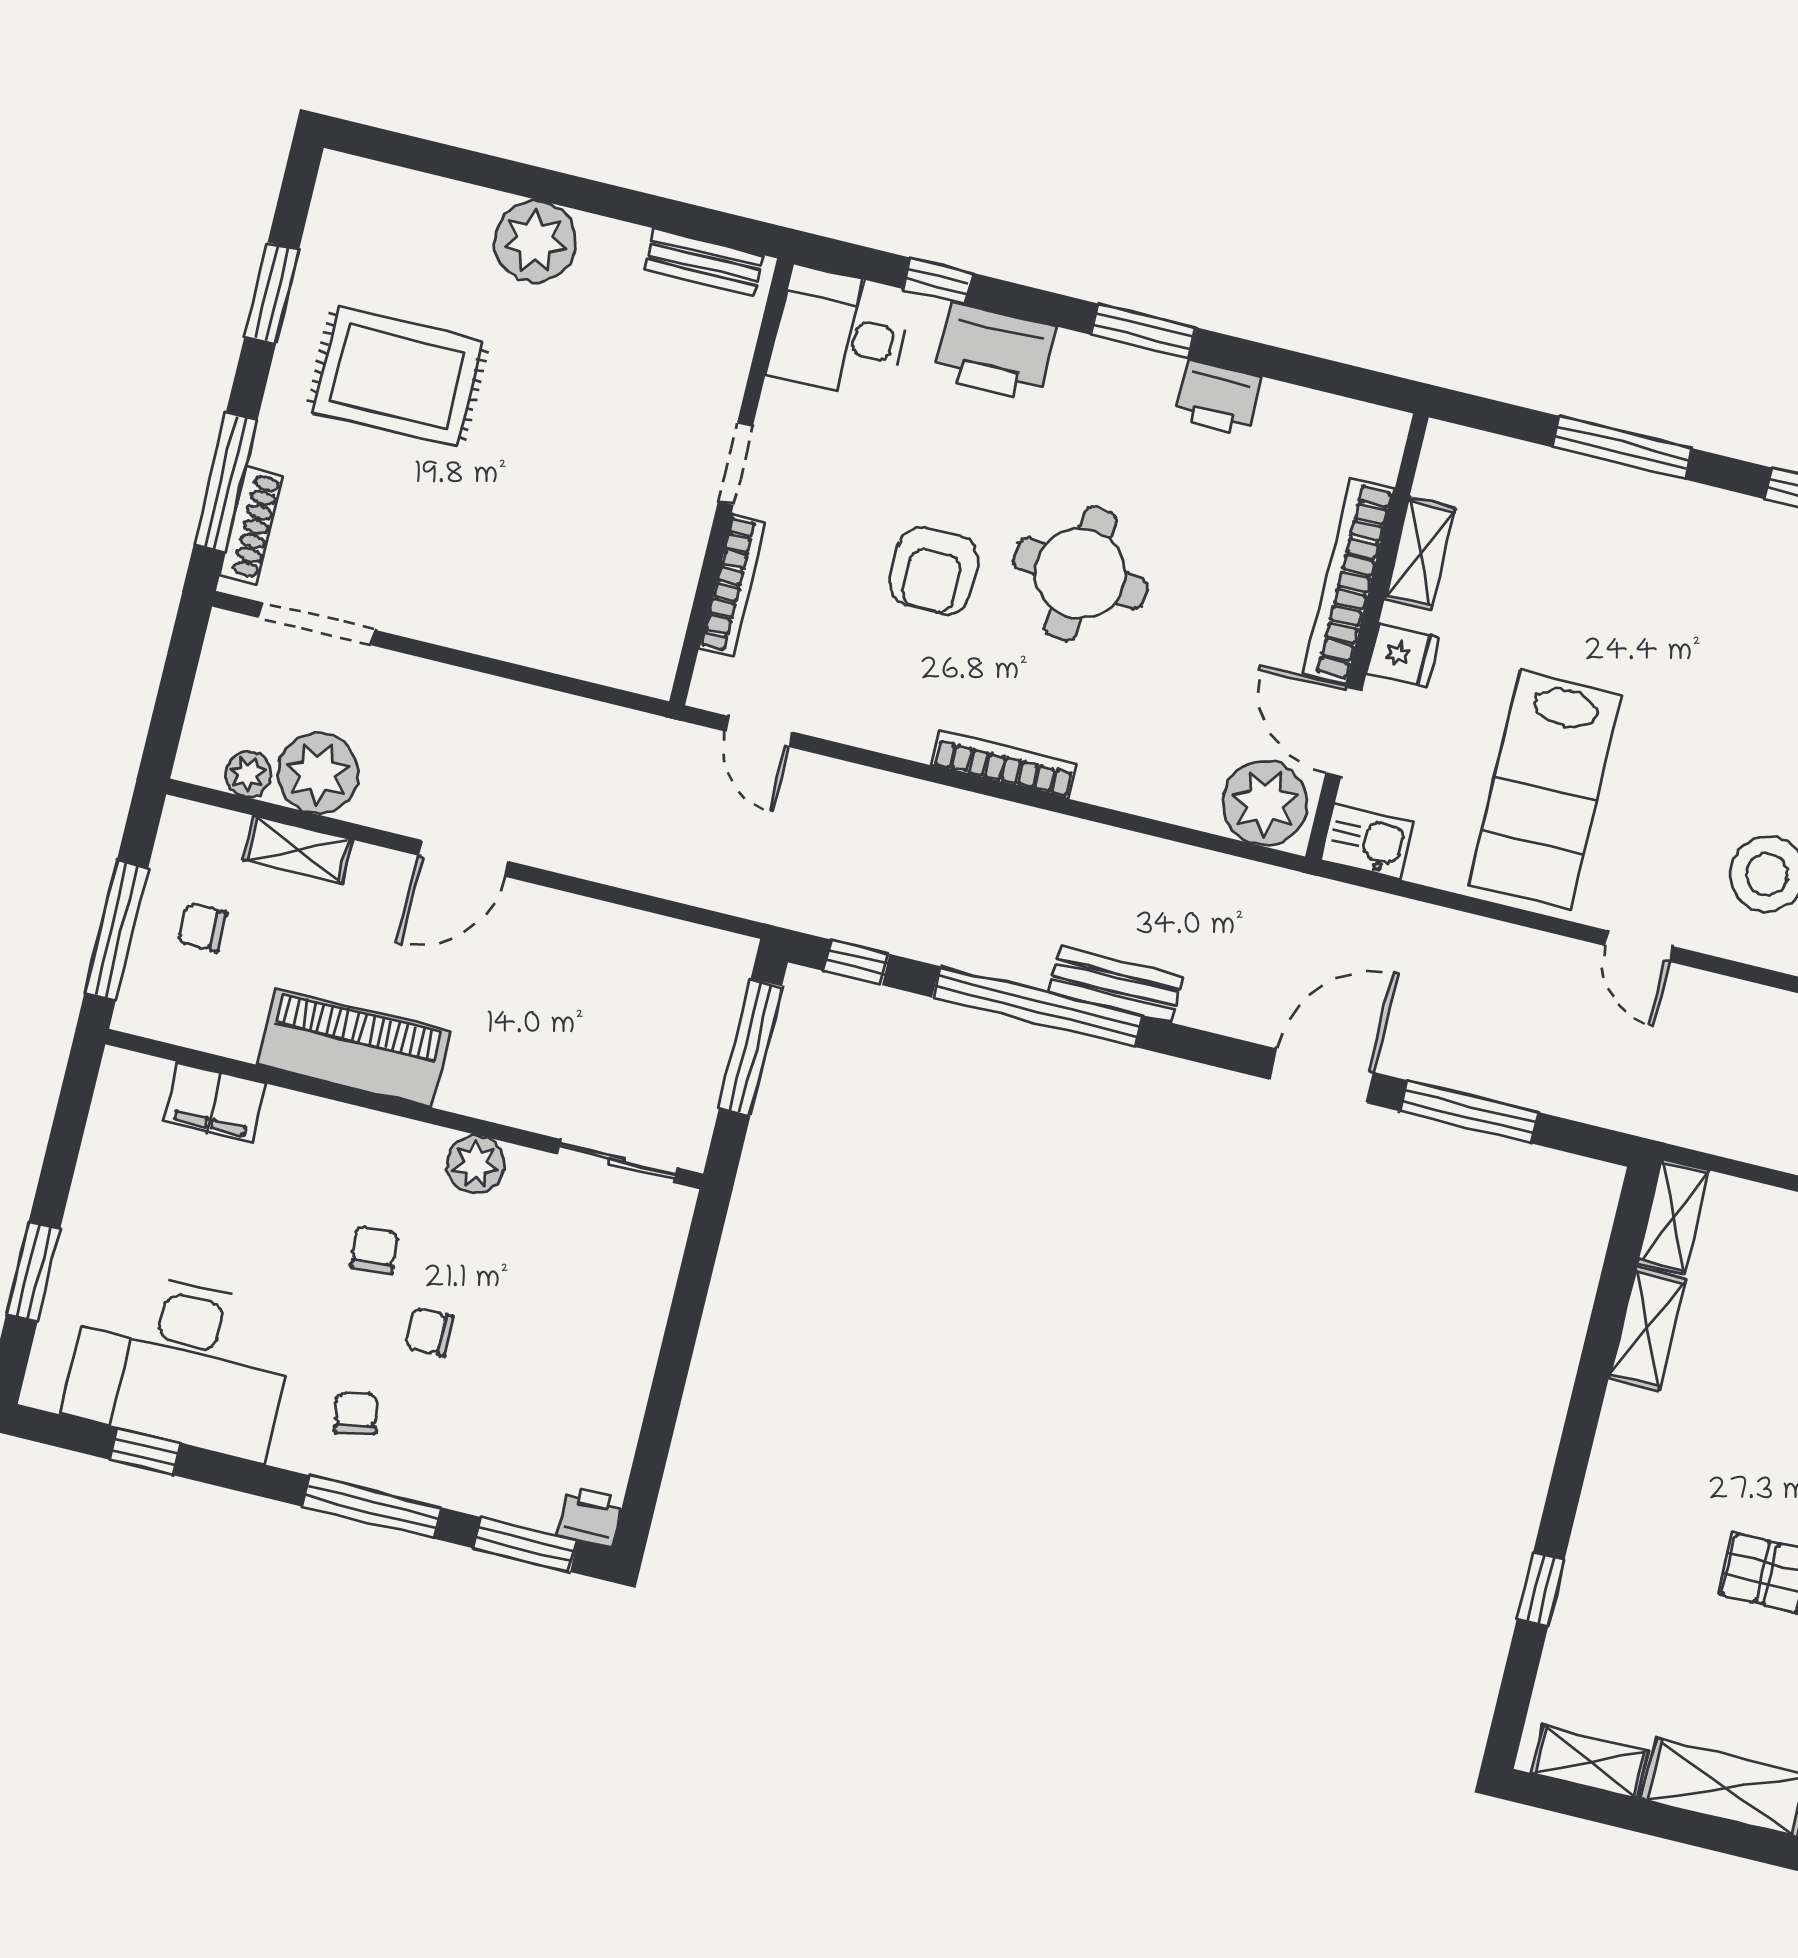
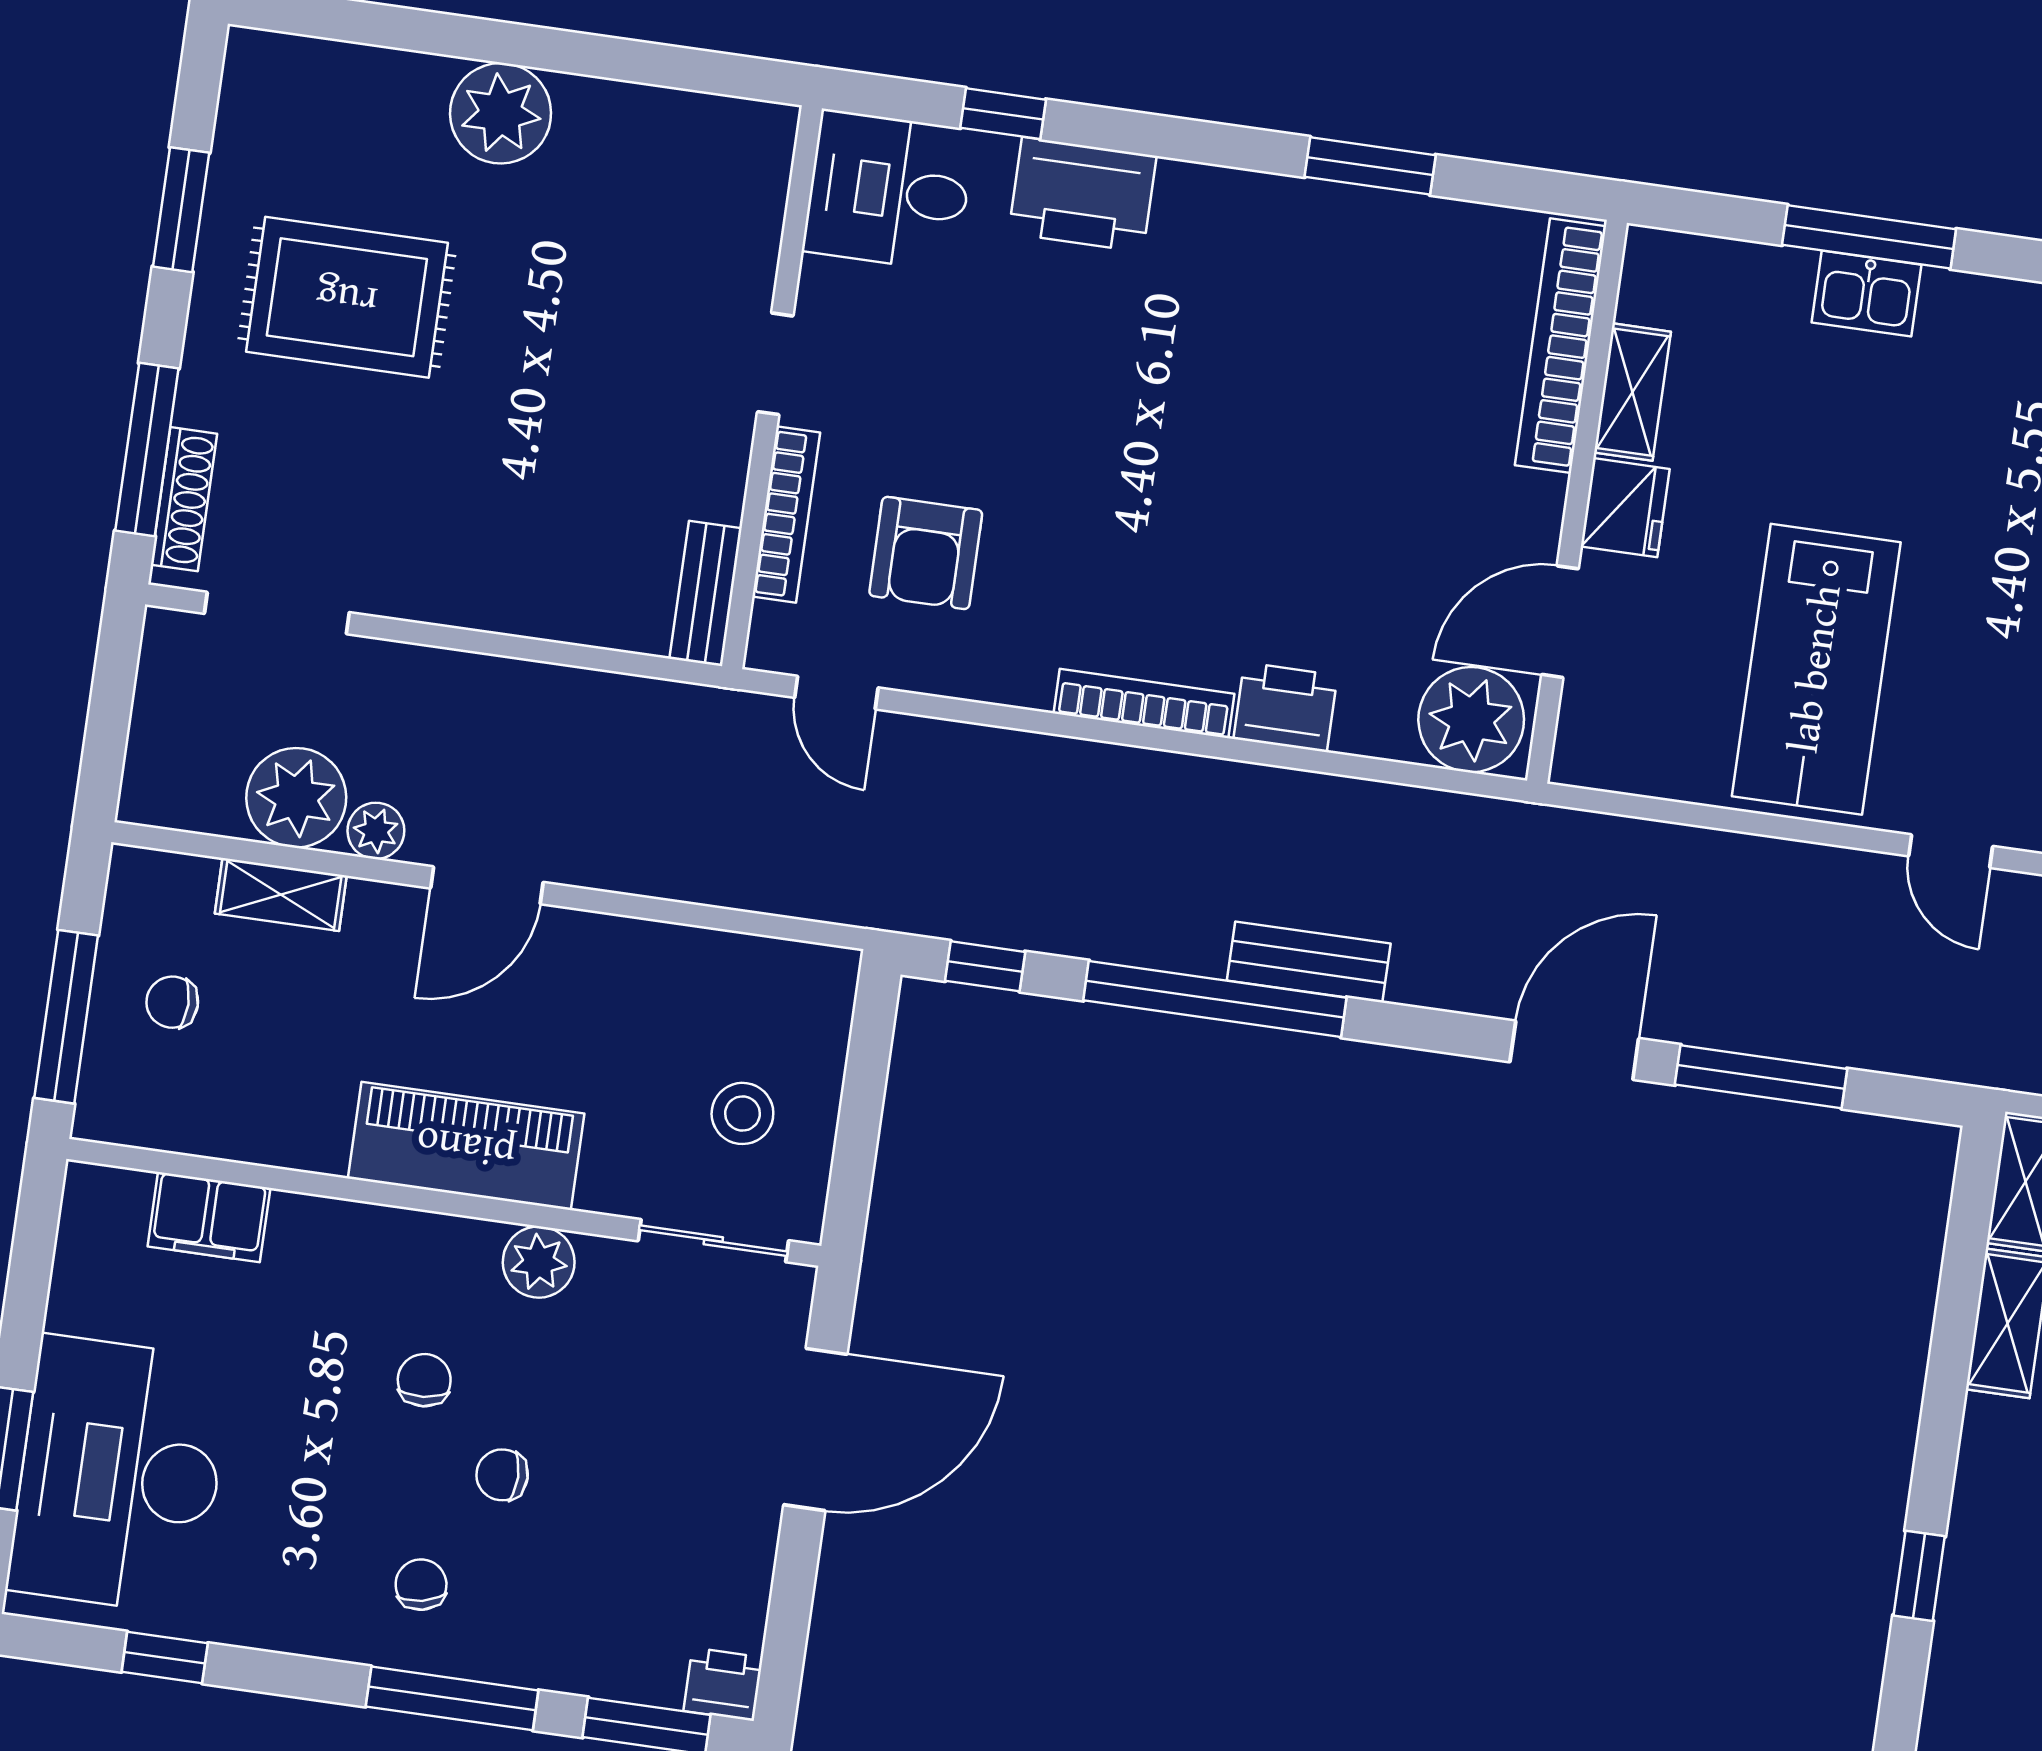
bench: (704, 263) -> (706, 593), moved, turned 90
window: (1143, 331) -> (1370, 166), moved
printer: (1218, 398) -> (1286, 707), moved, turned 180
armchair: (934, 571) -> (926, 553), moved
round table: (1080, 573) -> (1215, 458), removed
bookcase: (1349, 581) -> (1561, 346), moved
fridge: (1403, 655) -> (1625, 508), width x1.38
door: (1344, 731) -> (1560, 622), hinge flipped
plant: (248, 774) -> (376, 831), moved
kitchen sink: (1367, 841) -> (1867, 294), moved, turned 180
window: (751, 1047) -> (865, 1084), removed
piano: (354, 1048) -> (466, 1146), moved
stool: (650, 1061) -> (742, 1113), added
door: (684, 1320) -> (815, 1429), added
desk: (181, 1363) -> (120, 1475), moved, turned 90
window: (1541, 1590) -> (1919, 1576), moved

